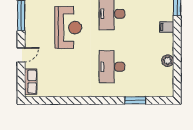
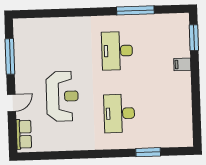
reception desk: (68, 28) -> (62, 96), moved
plant: (168, 61) -> (185, 104), removed

